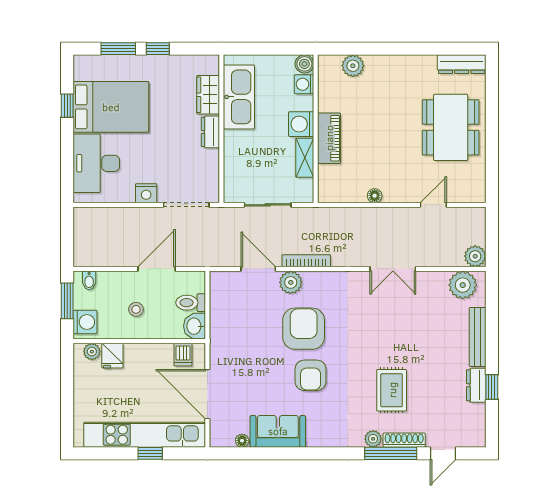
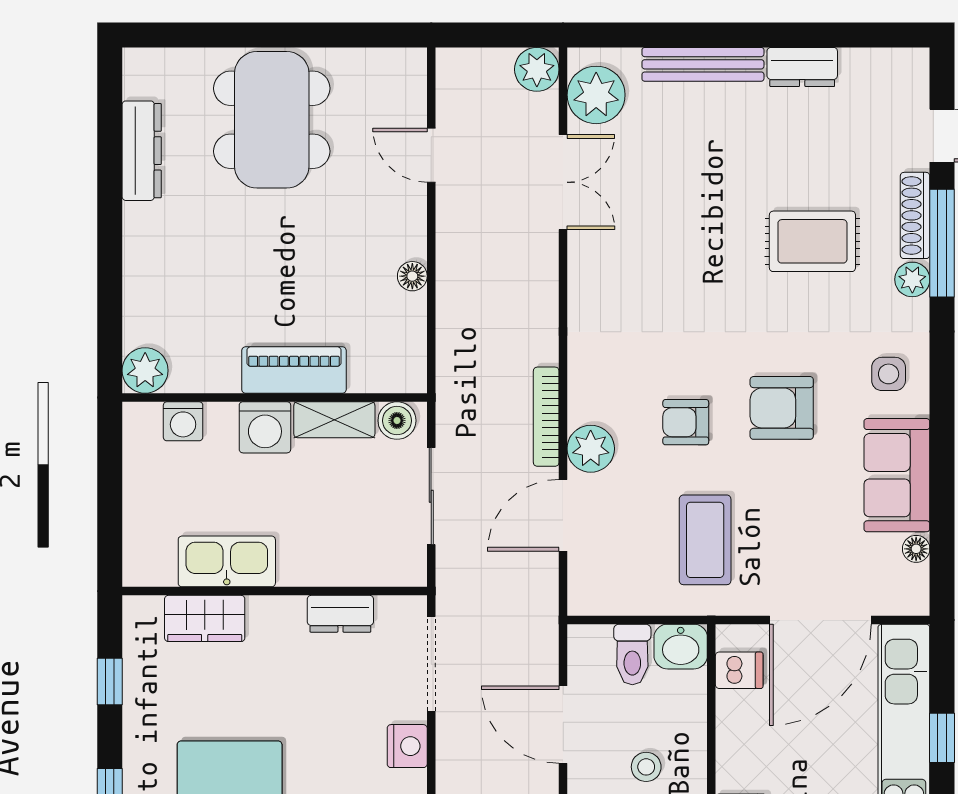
window: (158, 49) -> (110, 681), moved
boiler: (304, 64) -> (397, 421), moved
dresser: (462, 64) -> (142, 151), moved
plant: (353, 66) -> (145, 370), moved
kitchen sink: (239, 97) -> (227, 561), width x0.73, depth x0.81
dining table: (451, 127) -> (272, 120), turned 90
dresser: (210, 132) -> (340, 614), moved
double door: (393, 269) -> (563, 182), moved
armchair: (304, 329) -> (686, 422), width x0.53, depth x0.53
coffee table: (246, 338) -> (705, 540), added
armchair: (311, 375) -> (782, 408), turned 180
window: (492, 387) -> (806, 35), removed
side table: (327, 427) -> (889, 374), added

